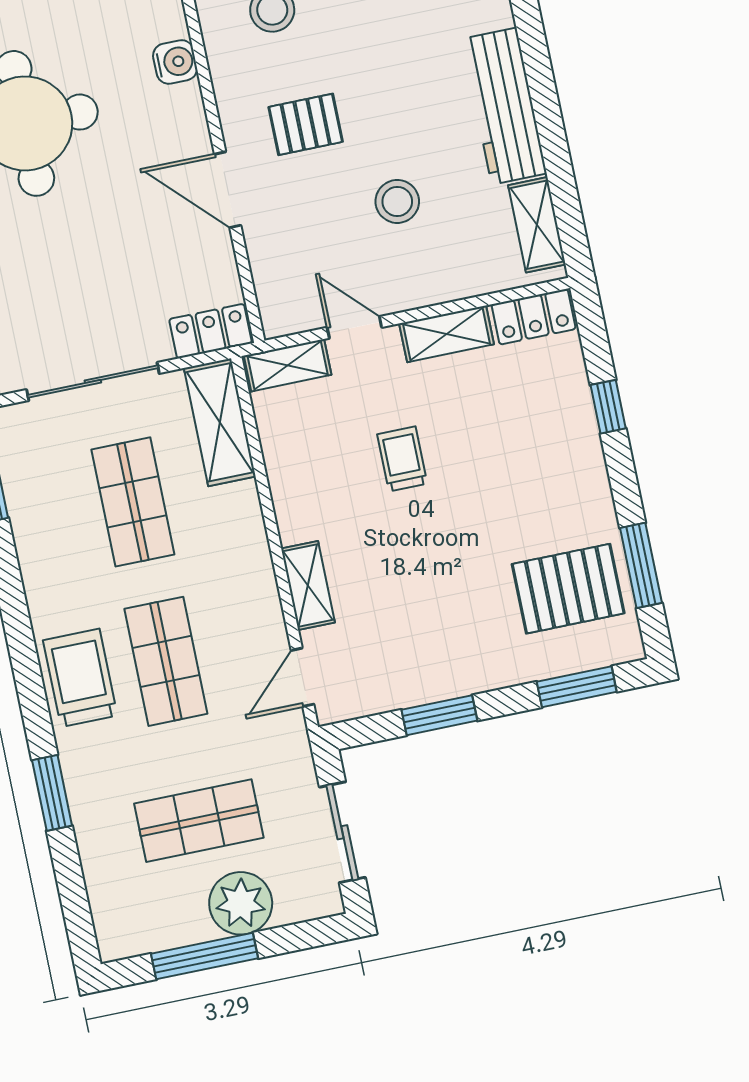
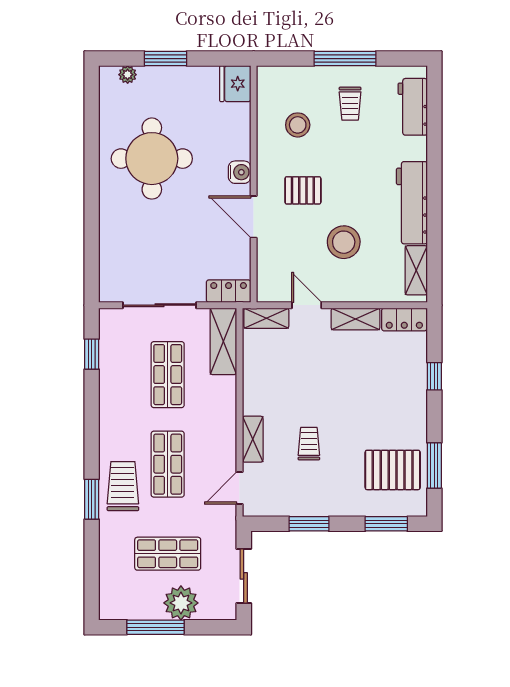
water cooler: (175, 62) -> (240, 172), moved
stool: (397, 201) -> (344, 242), width x1.38, depth x1.38
trolley: (402, 459) -> (309, 444), moved
trolley: (80, 678) -> (123, 486), moved
window: (52, 793) -> (92, 499), moved

